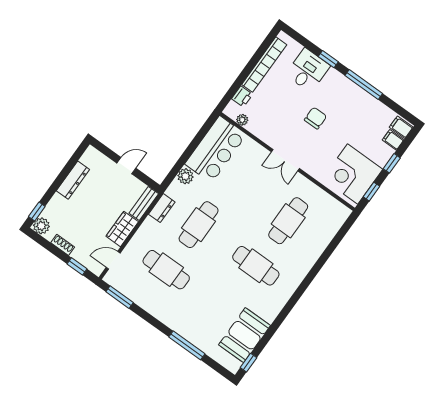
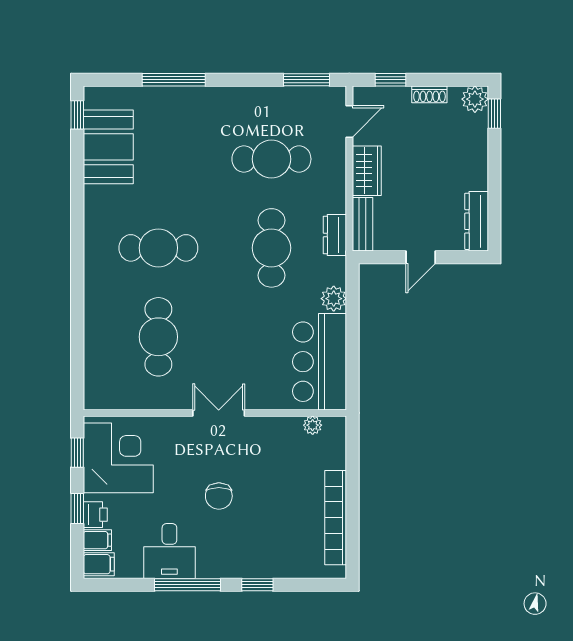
desk: (308, 70) -> (169, 551), moved
printer: (242, 96) -> (95, 515), moved, turned 180
dresser: (73, 180) -> (477, 221), moved

